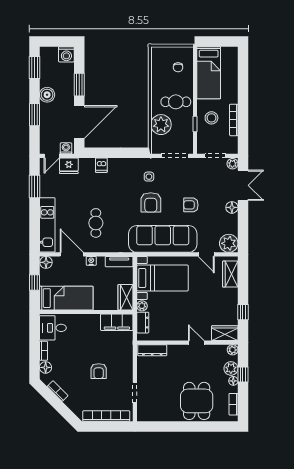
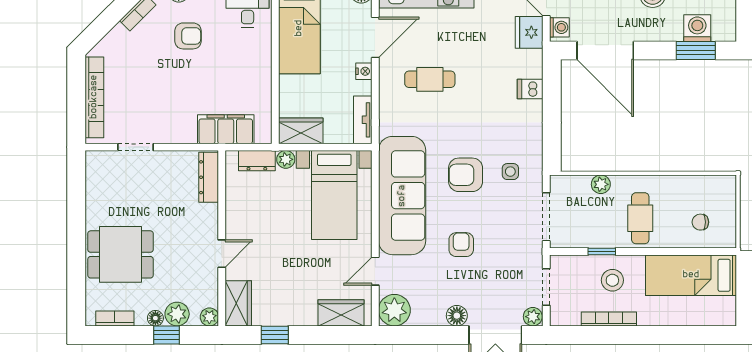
washing machine: (66, 54) -> (697, 28), moved, turned 90
window: (79, 85) -> (696, 50), moved
plant: (161, 125) -> (601, 184), width x0.53, depth x0.53
filing cabinet: (117, 322) -> (226, 129), moved, turned 90
armchair: (99, 371) -> (188, 36), moved, turned 180

